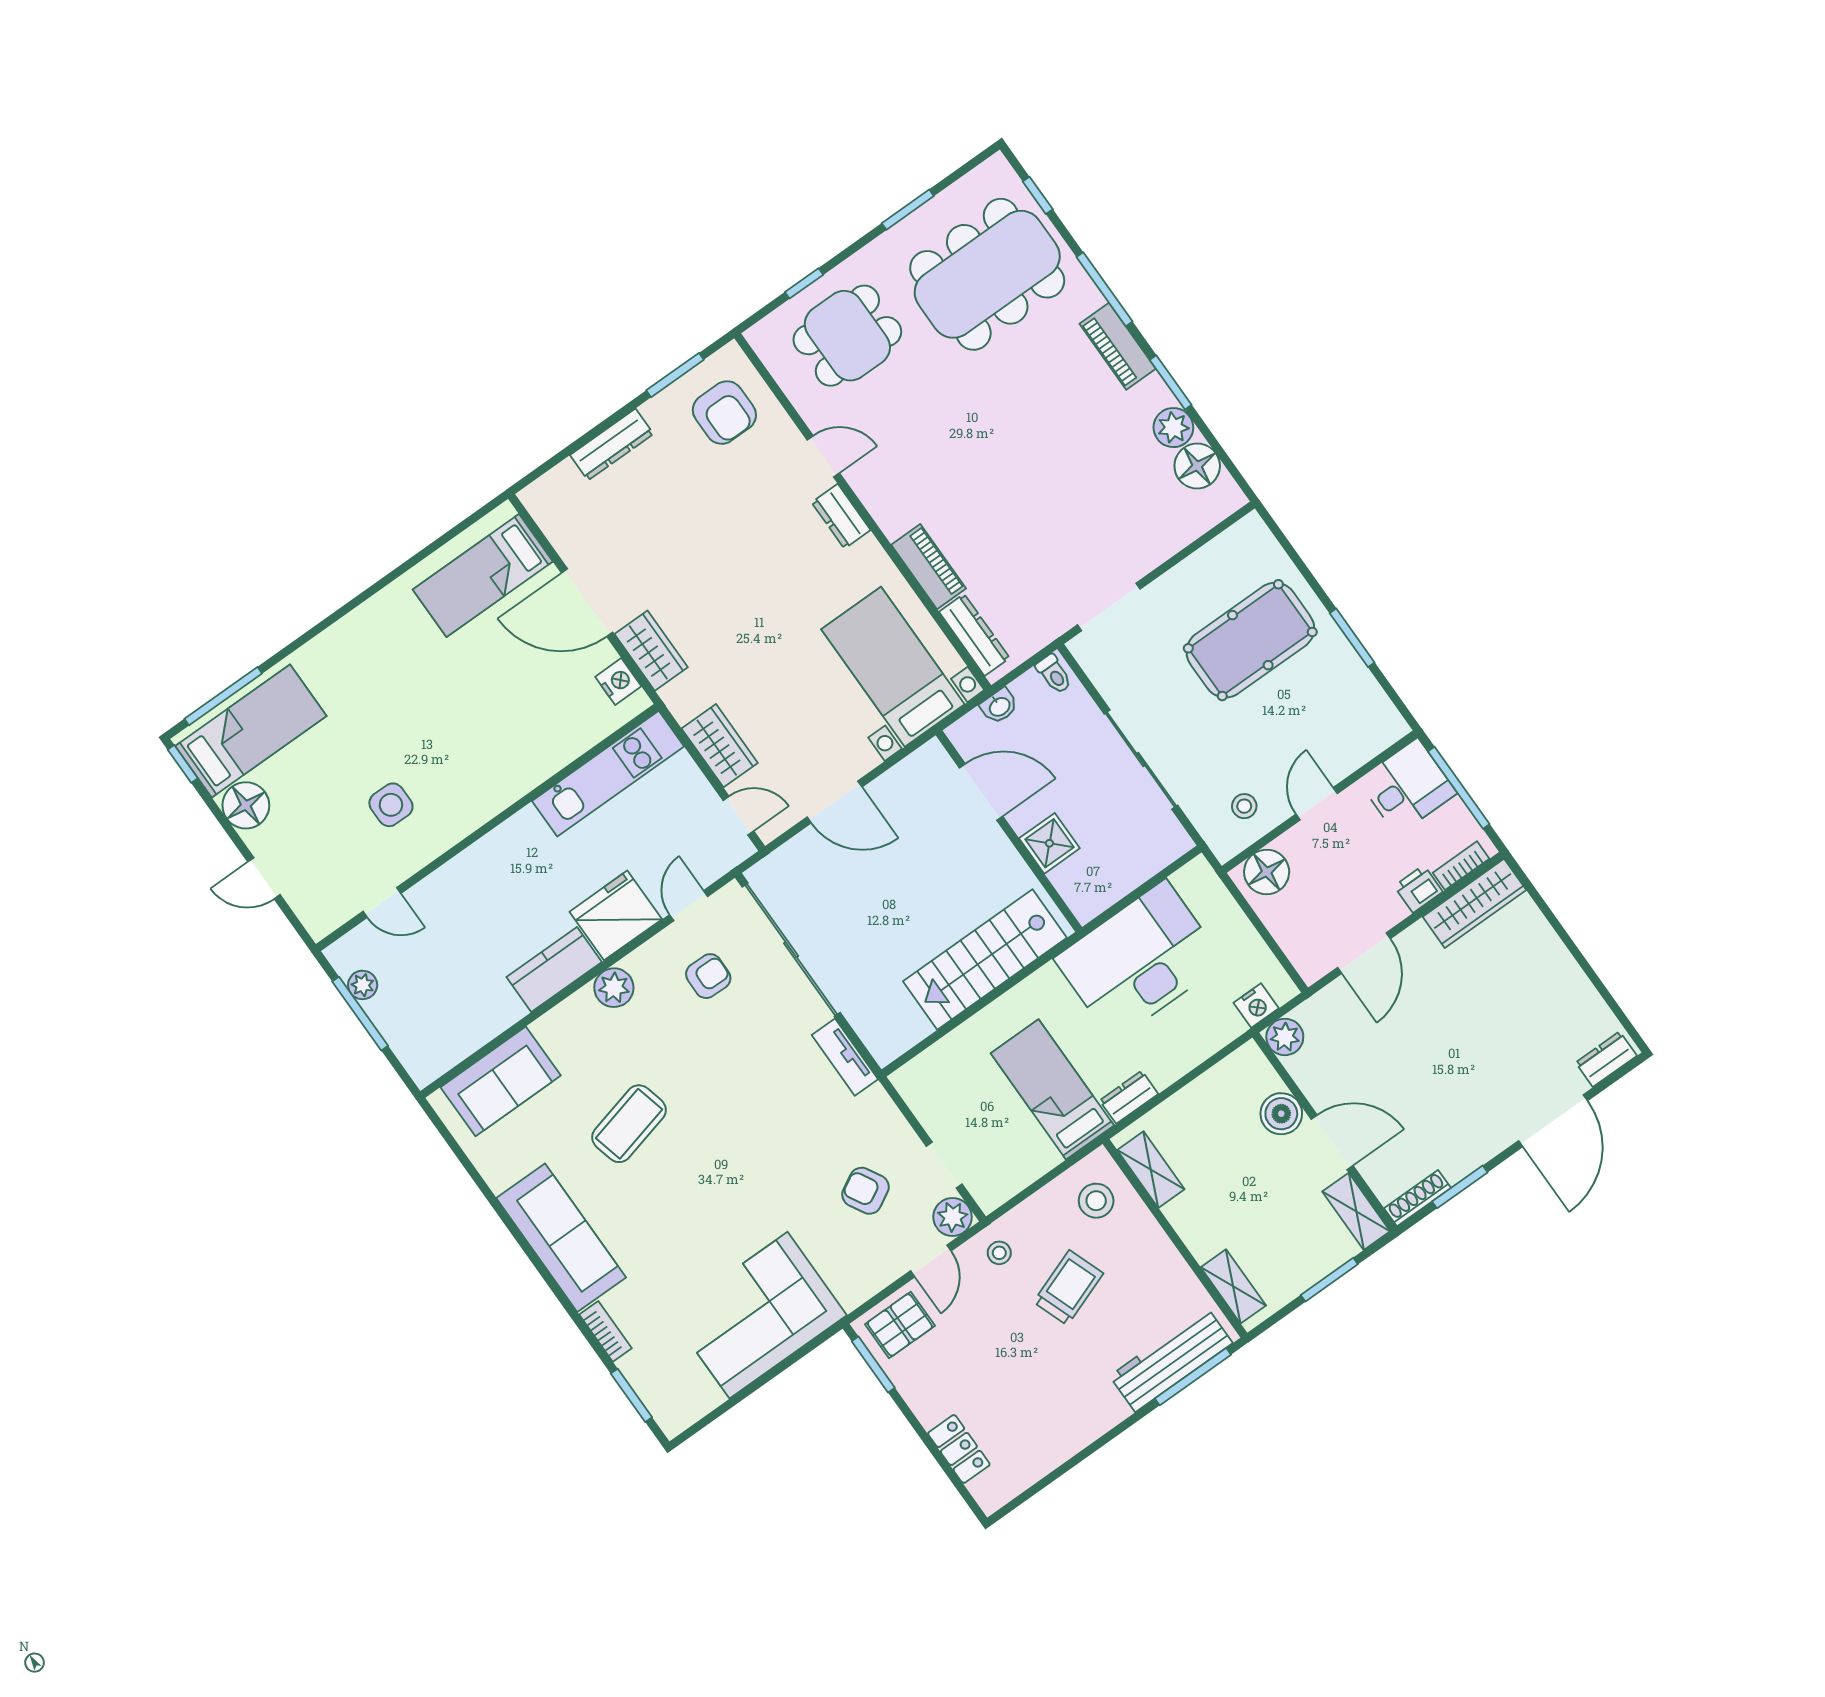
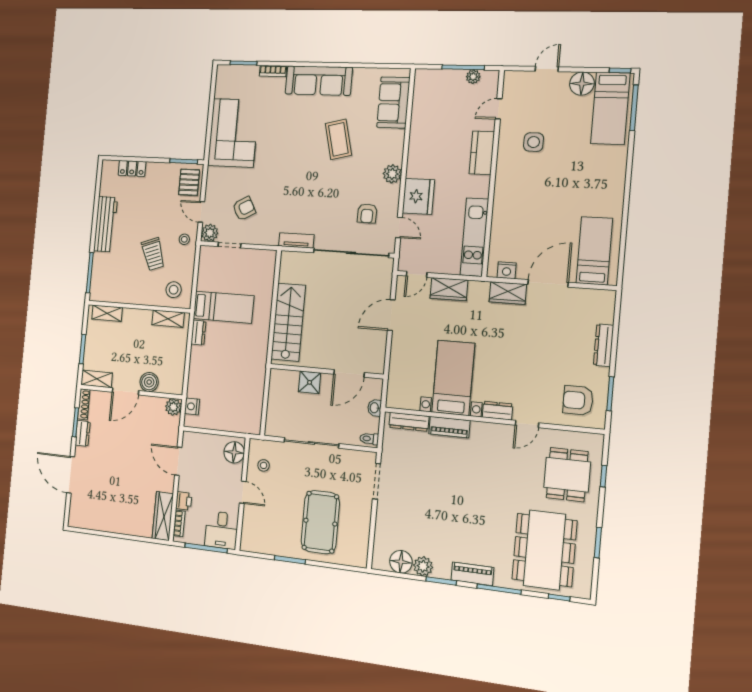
bed with nightstands: (893, 667) -> (453, 378), moved, turned -90
desk: (1139, 960) -> (242, 378), removed
kitchen counter: (554, 970) -> (482, 153), moved, turned 180
dresser: (1606, 1059) -> (83, 433), moved
workbench: (1171, 1360) -> (106, 224), moved

